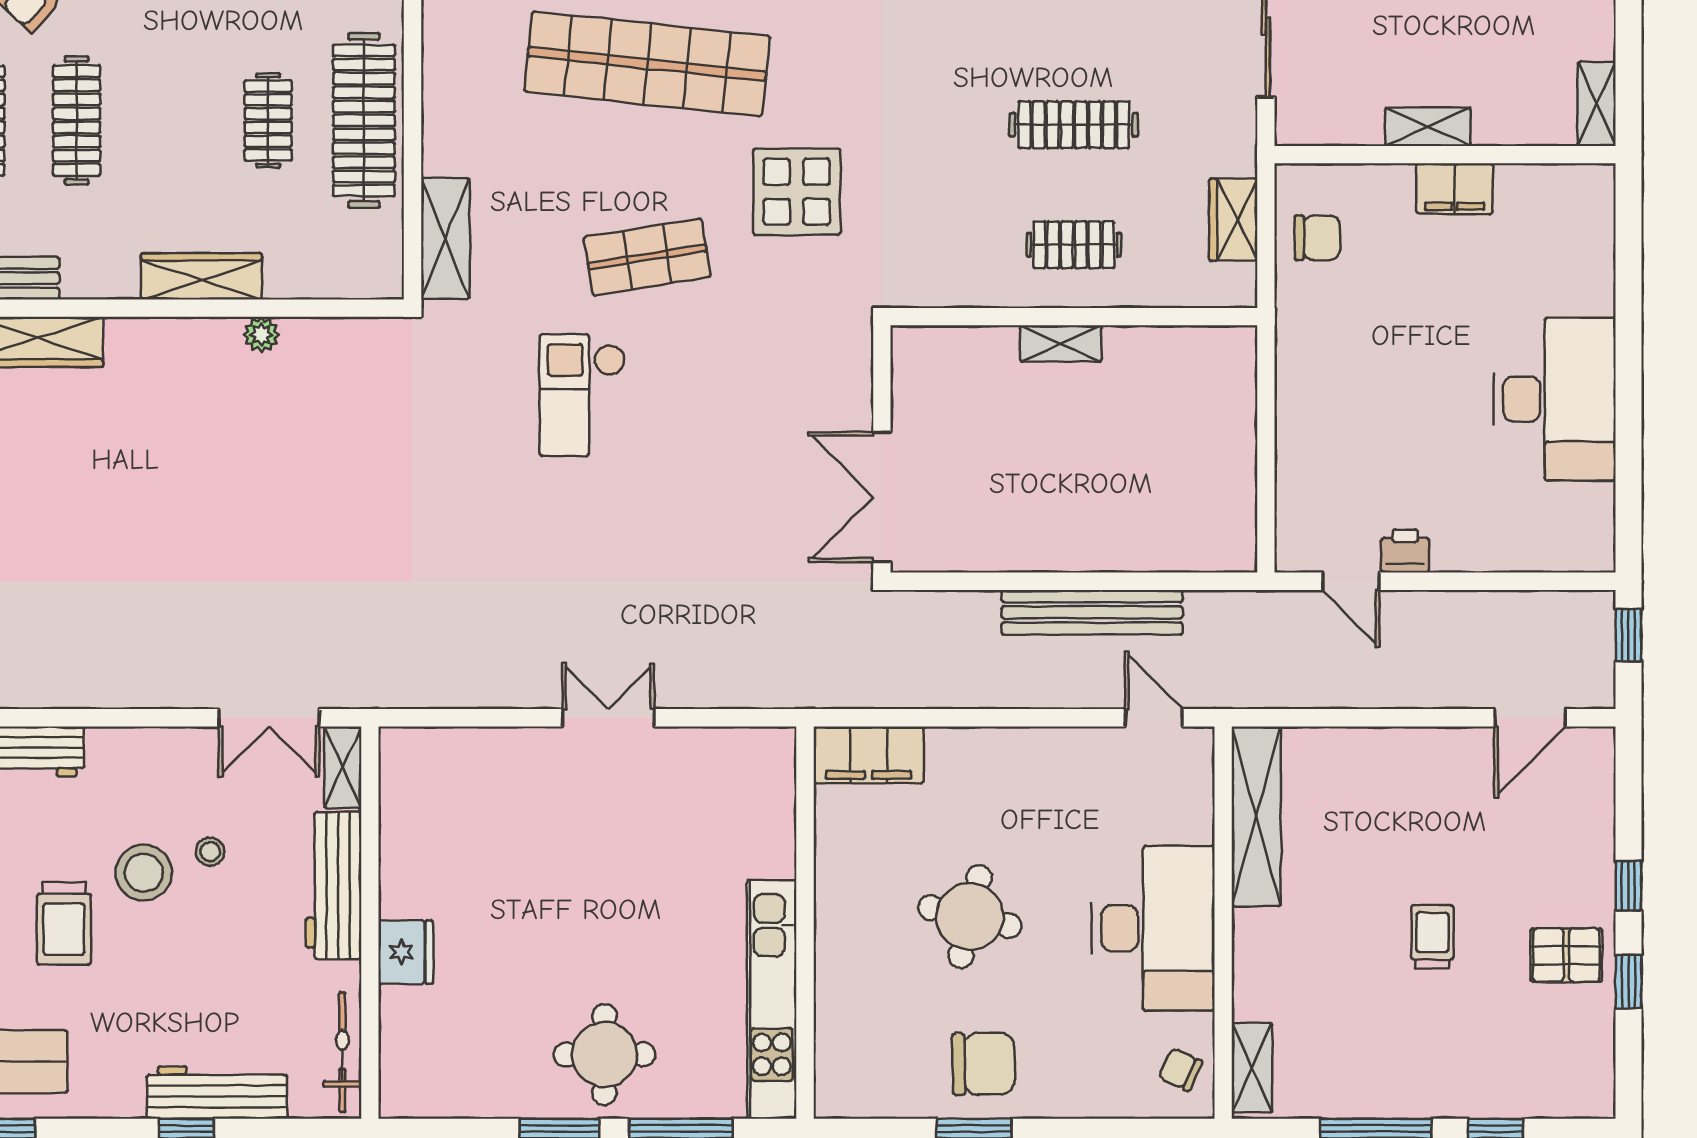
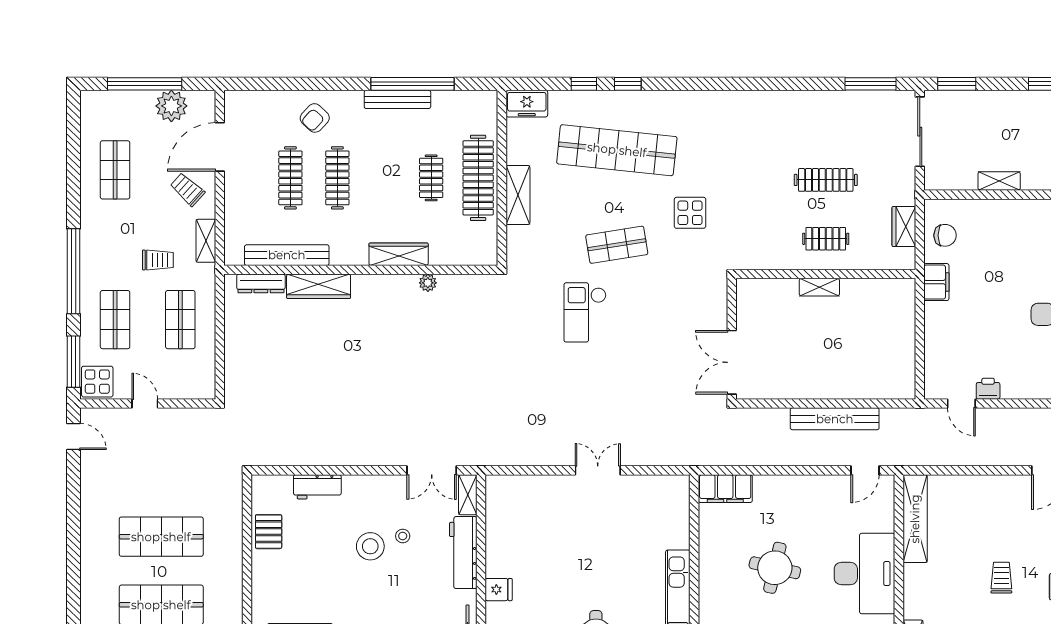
filing cabinet: (1455, 188) -> (936, 282), moved, turned -90
display table: (797, 192) -> (690, 213), width x0.73, depth x0.73
shelving: (445, 239) -> (518, 195), moved
door: (1154, 718) -> (865, 470), swing flipped
trolley: (64, 923) -> (331, 571), removed
fridge: (406, 952) -> (499, 590), width x0.72

